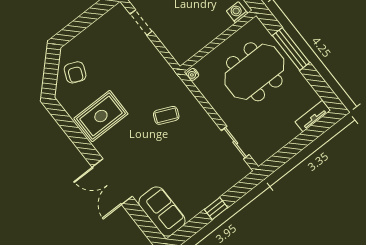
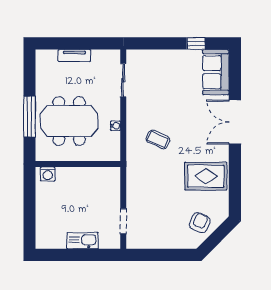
water cooler: (193, 74) -> (115, 126), moved
tv unit: (313, 116) -> (74, 55), moved
double door: (112, 182) -> (235, 122), swing flipped
window: (216, 209) -> (196, 43), moved

